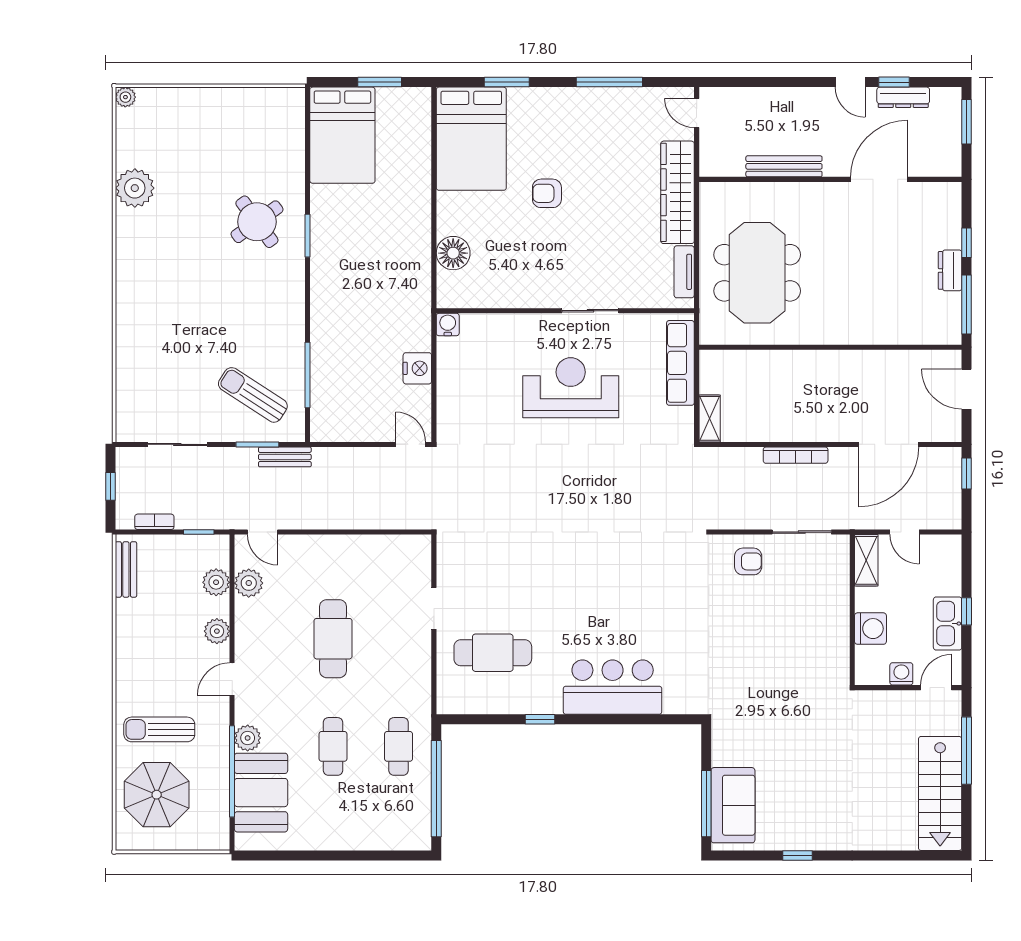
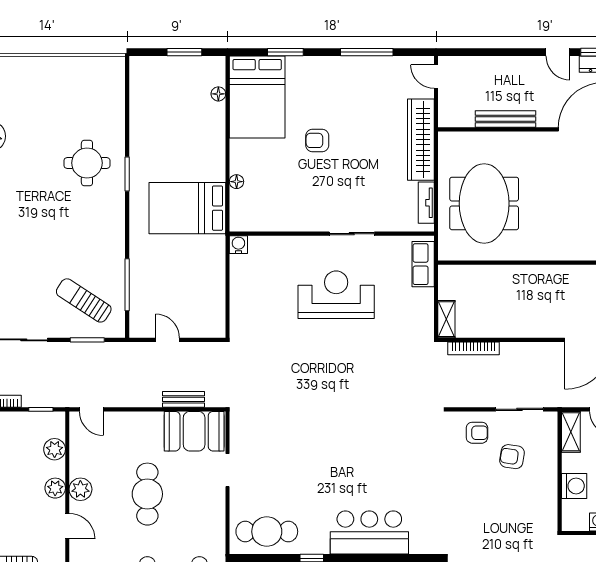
bed: (342, 135) -> (187, 208), moved, turned 90
floor lamp: (422, 135) -> (218, 94), added
round table: (257, 222) -> (87, 163), turned 36
floor lamp: (453, 253) -> (237, 182), width x0.53, depth x0.53
row of seats: (680, 363) -> (423, 264), width x0.68
nightstand: (417, 368) -> (214, 279), removed
door: (411, 444) -> (168, 340), moved
bookcase: (796, 455) -> (474, 348), moved
bench: (285, 457) -> (183, 399), moved
booth: (392, 560) -> (194, 431), added
plant: (249, 583) -> (80, 489), moved
armchair: (792, 592) -> (512, 457), added
cafe table: (493, 653) -> (267, 532), moved
door: (232, 679) -> (67, 526), swing flipped

